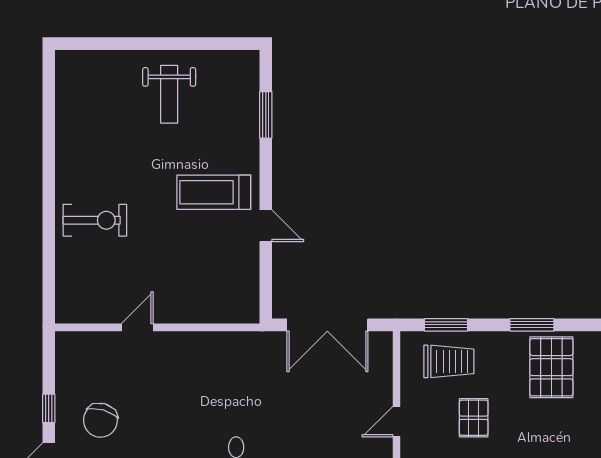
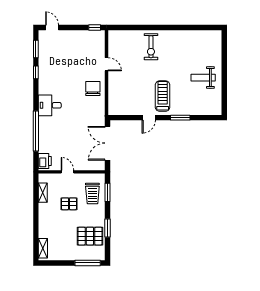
window: (266, 115) -> (180, 118), moved
window: (49, 408) -> (95, 28), moved
chair: (100, 420) -> (93, 88), moved, turned 74

